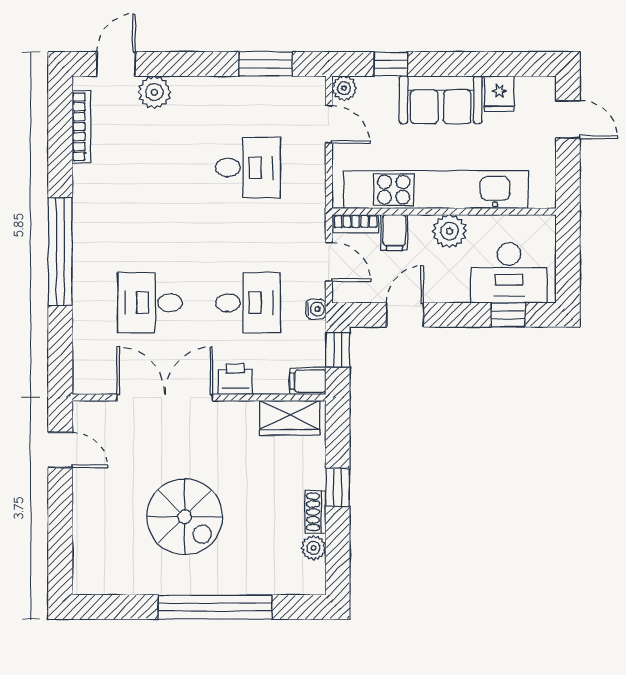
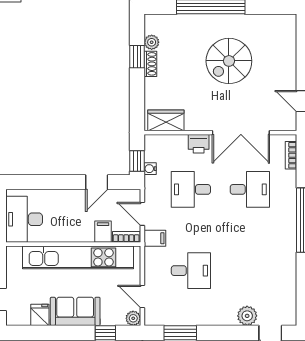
bookcase: (81, 127) -> (291, 155), moved, width x0.64
desk: (248, 168) -> (191, 271), turned 180
plant: (450, 231) -> (70, 232), removed
desk: (509, 273) -> (24, 219), moved, turned -90
water cooler: (316, 309) -> (150, 169), moved
window: (508, 315) -> (35, 182), removed
filing cabinet: (308, 381) -> (155, 238), moved
window: (338, 487) -> (137, 57), moved
spiral stairs: (185, 517) -> (229, 61), turned -90

